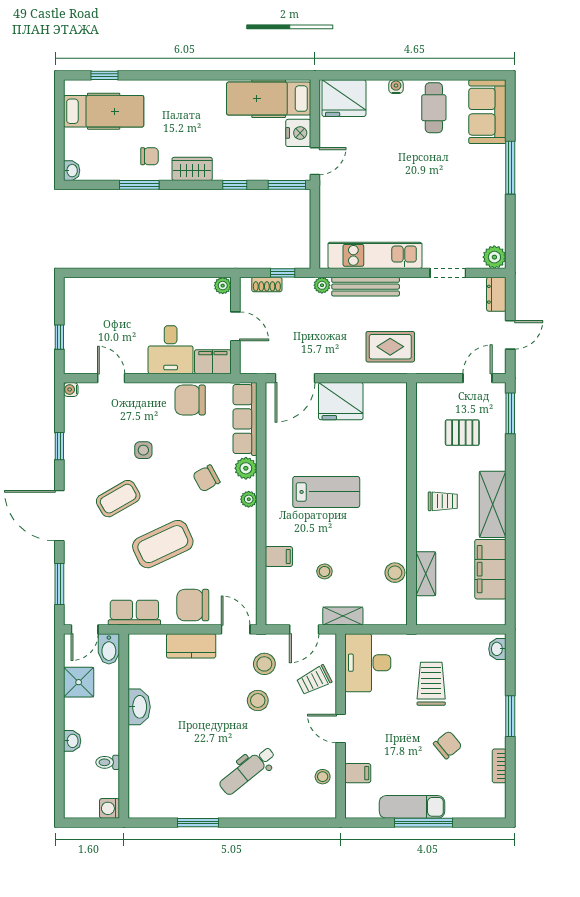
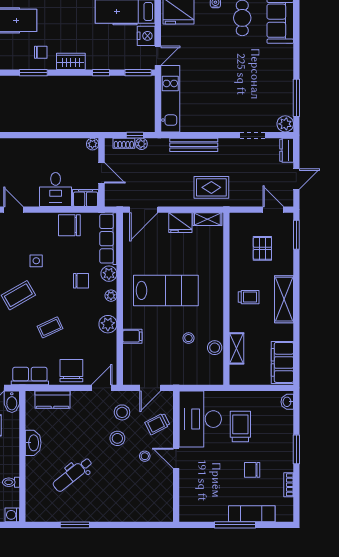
window: (510, 168) -> (296, 98), moved
kitchen unit: (375, 255) -> (170, 99), moved, turned 90
plant: (322, 285) -> (141, 144), moved
door: (478, 378) -> (273, 210), hinge flipped
fridge: (341, 401) -> (180, 223), width x0.73, depth x0.75
pallet: (462, 433) -> (262, 248), turned 90
chair: (206, 478) -> (81, 281), turned -151
lab bench: (326, 492) -> (166, 290), width x1.36, depth x1.39
plant: (244, 539) -> (108, 324), added
coffee table: (163, 544) -> (50, 327), width x0.54, depth x0.58
filing cabinet: (490, 569) -> (282, 362), moved
stool: (324, 571) -> (188, 338), moved
chair: (193, 605) -> (71, 371), turned 90
shelving: (343, 616) -> (207, 219), moved
door: (236, 629) -> (102, 388), hinge flipped
kitchen counter: (191, 646) -> (53, 400), moved
desk: (368, 663) -> (200, 419), width x1.36, depth x1.30
chair: (448, 745) -> (252, 470), turned -141
dental chair: (247, 771) -> (73, 474), moved
filing cabinet: (358, 773) -> (188, 490), removed
stool: (323, 777) -> (145, 456), moved
exam couch: (412, 807) -> (252, 514), moved

